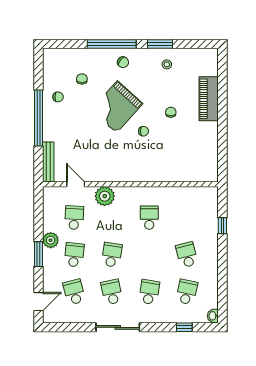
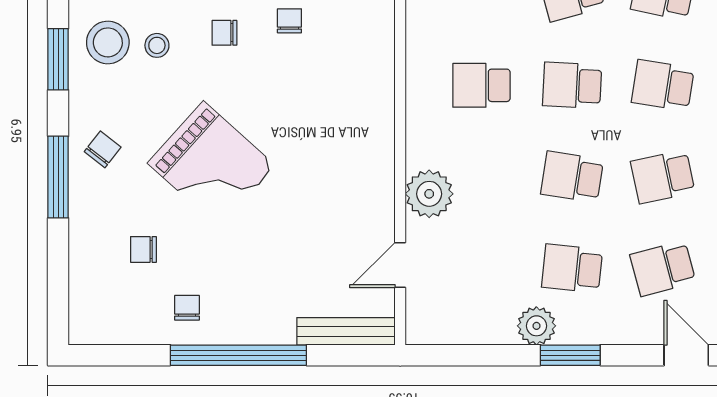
window: (112, 44) -> (58, 177), width x0.68
stool: (167, 64) -> (108, 42), width x1.89, depth x1.89
stool: (166, 85) -> (157, 45), added
chair: (144, 131) -> (289, 21), moved
school desk: (74, 218) -> (572, 85), moved

